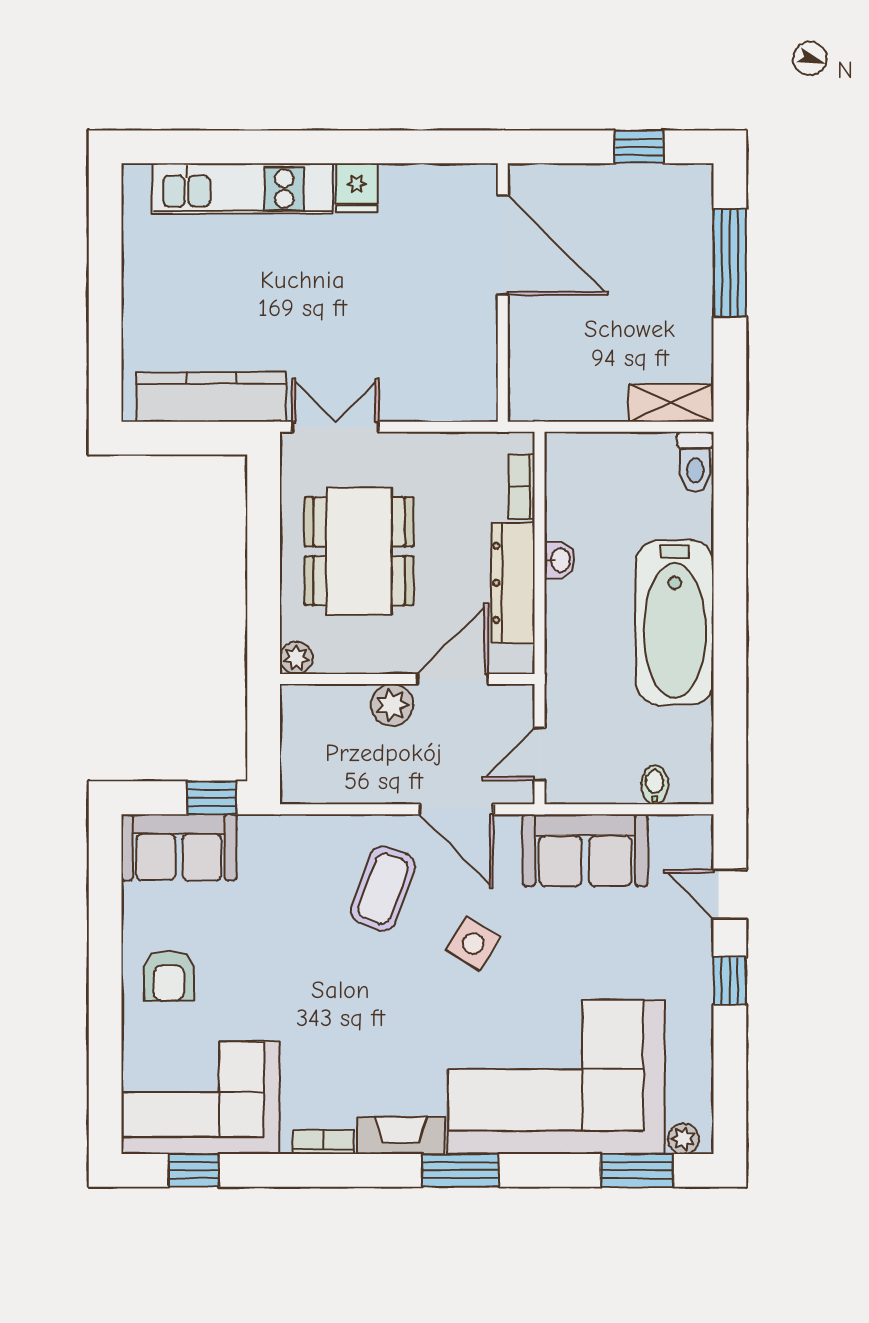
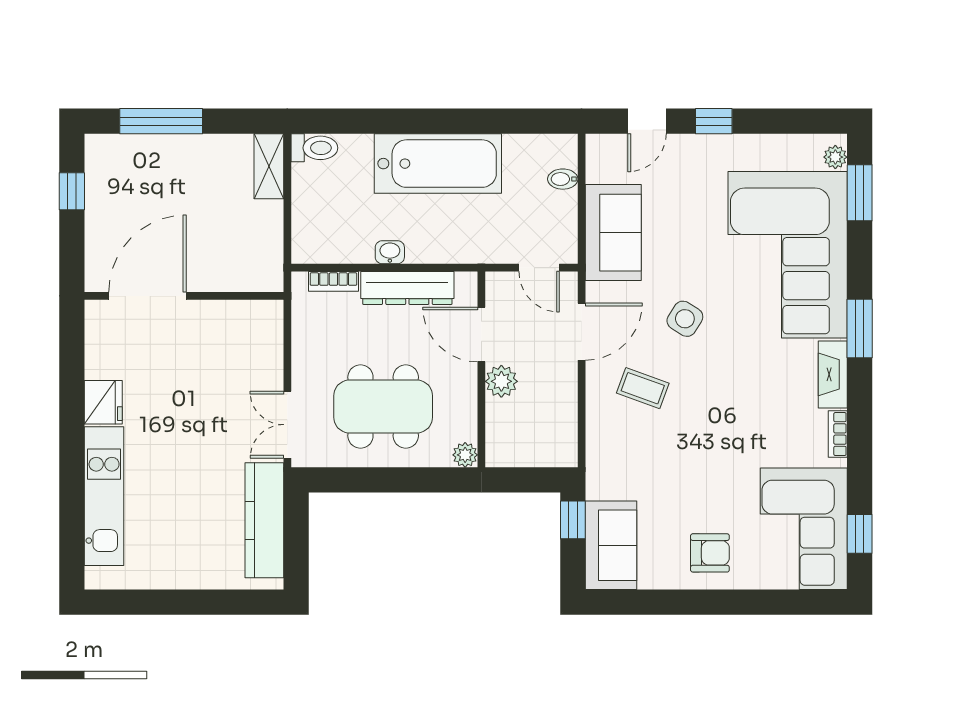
fridge: (357, 188) -> (103, 402), width x1.38
coffee table: (383, 889) -> (643, 388), width x0.73, depth x0.77

